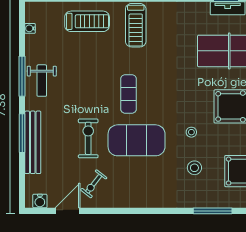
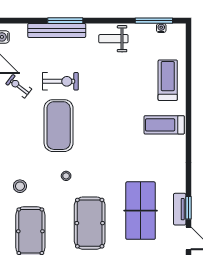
treadmill: (87, 21) -> (168, 80), turned 180
window: (22, 76) -> (154, 21), moved
exercise mat: (129, 94) -> (101, 118), removed
stool: (194, 168) -> (20, 186), moved

